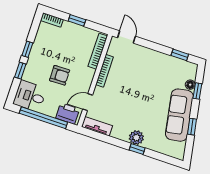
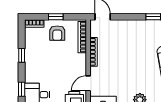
window: (20, 71) -> (22, 89), moved
armchair: (60, 75) -> (57, 33), moved, turned 91

